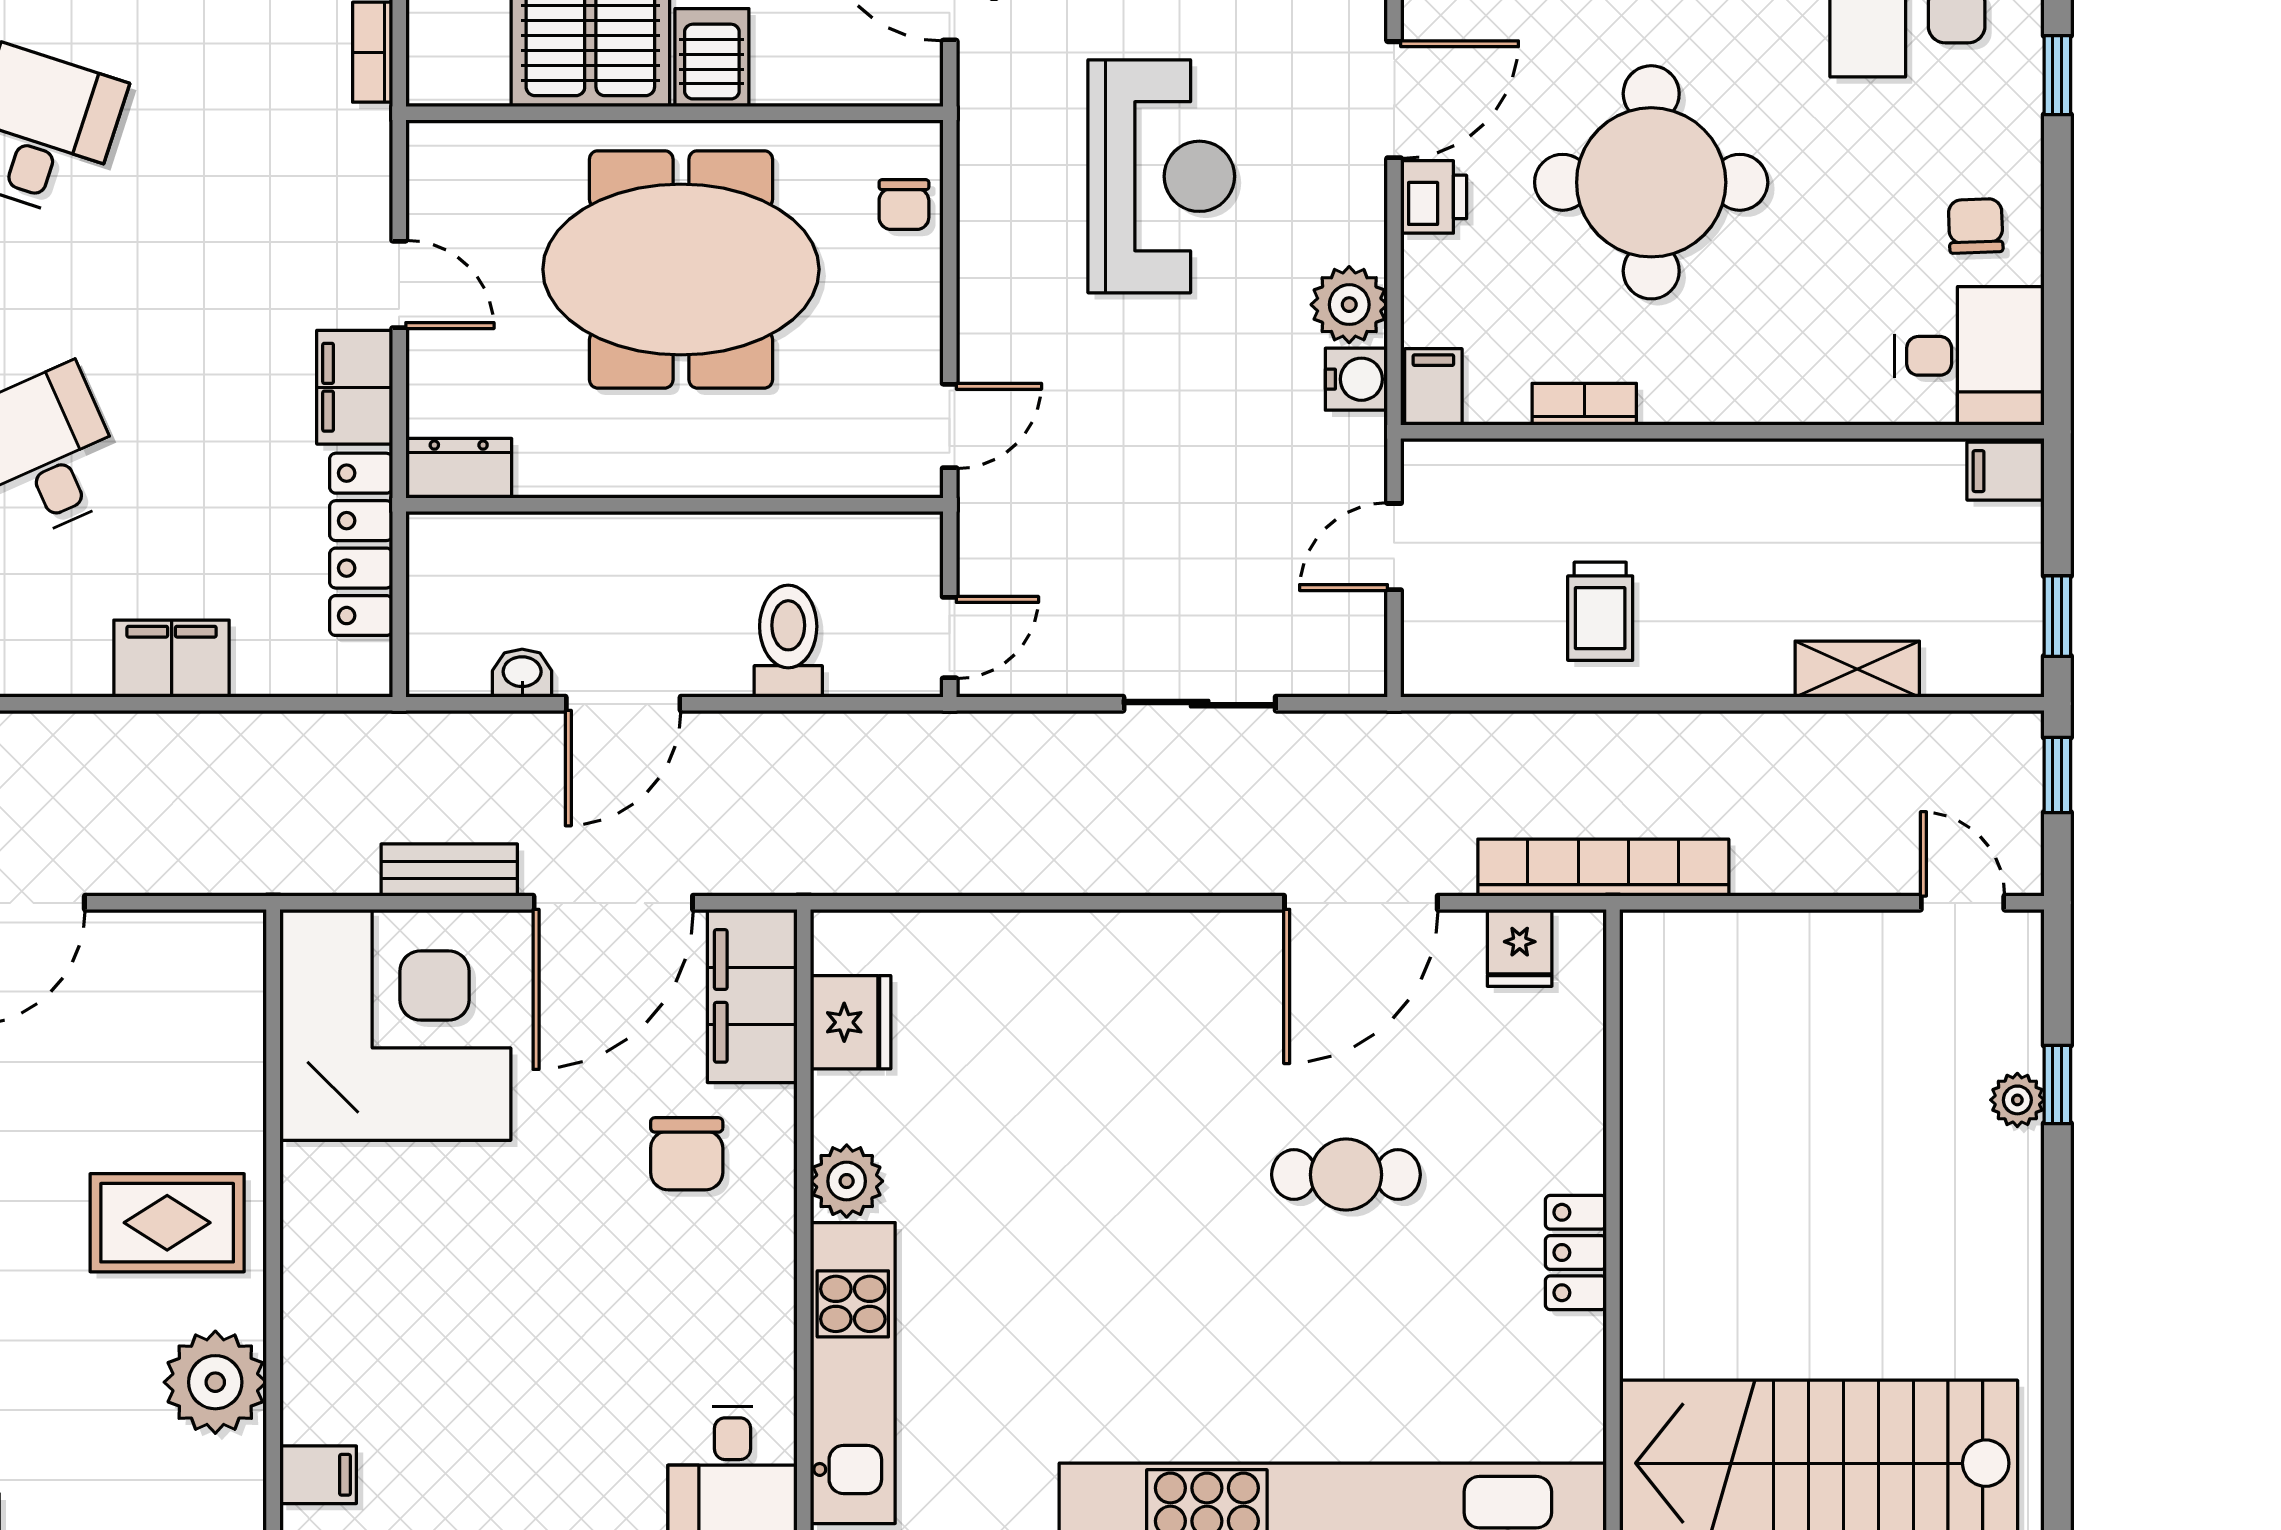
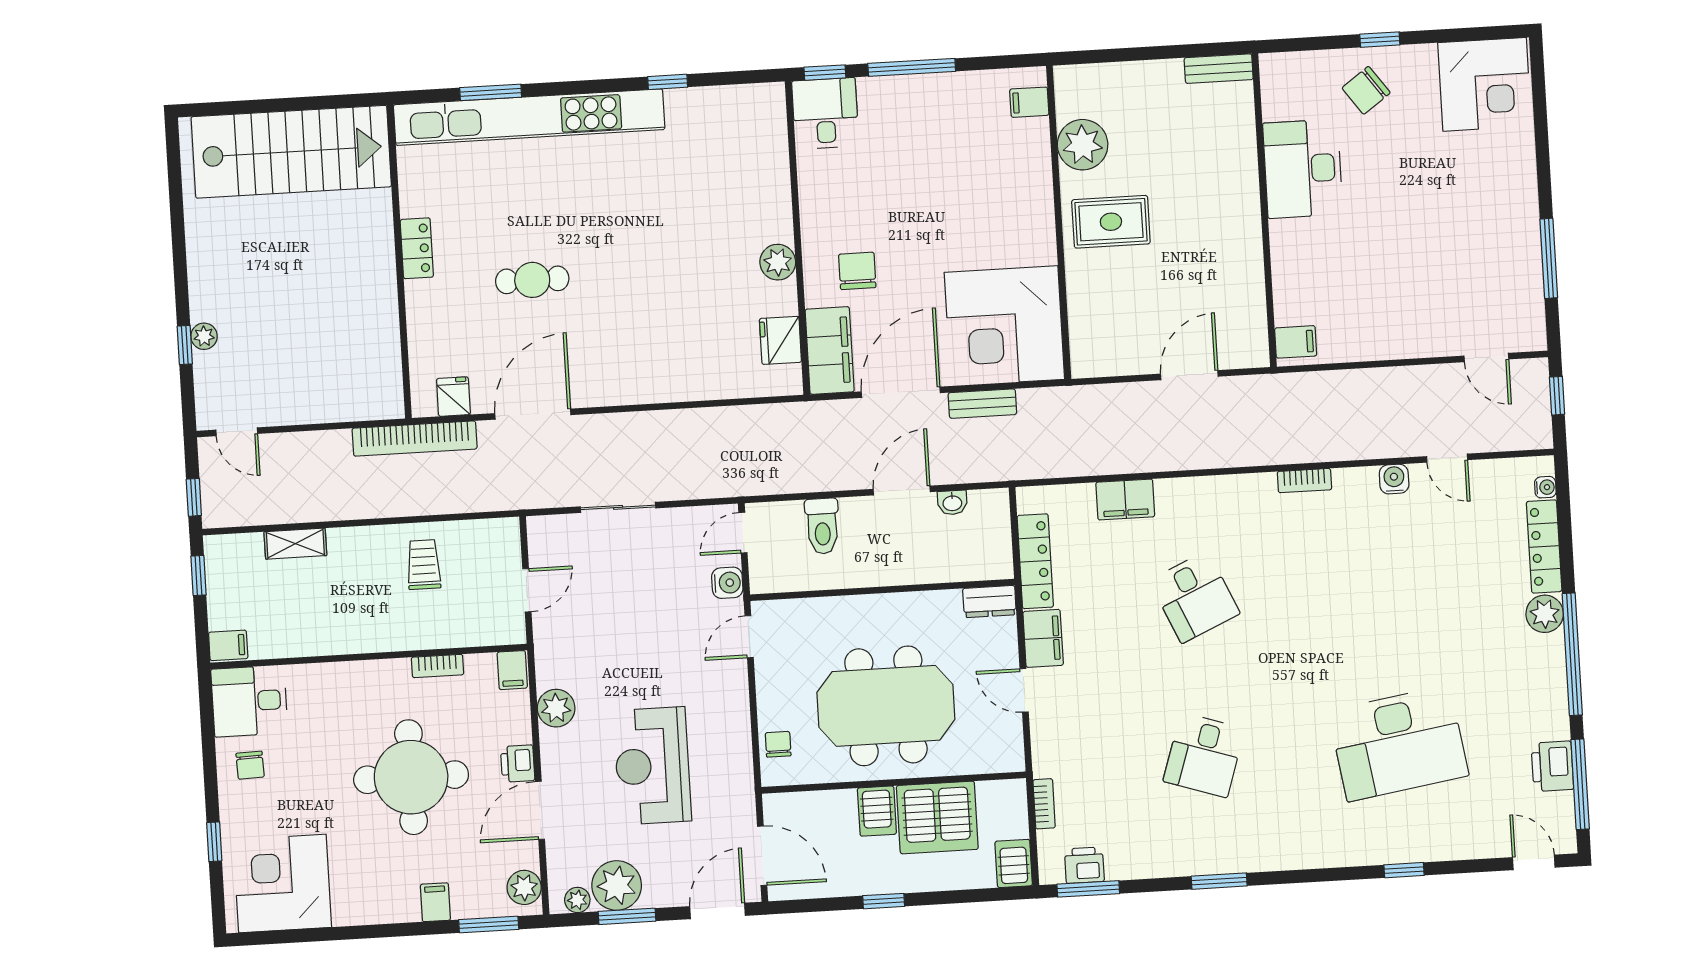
water cooler: (1356, 379) -> (727, 583), moved, turned 180
kitchen unit: (853, 1373) -> (769, 168), removed

